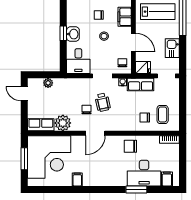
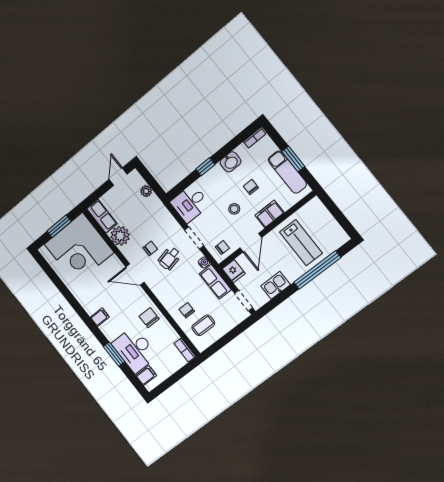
washbasin: (73, 34) -> (230, 162), moved
filing cabinet: (77, 179) -> (100, 317), moved

